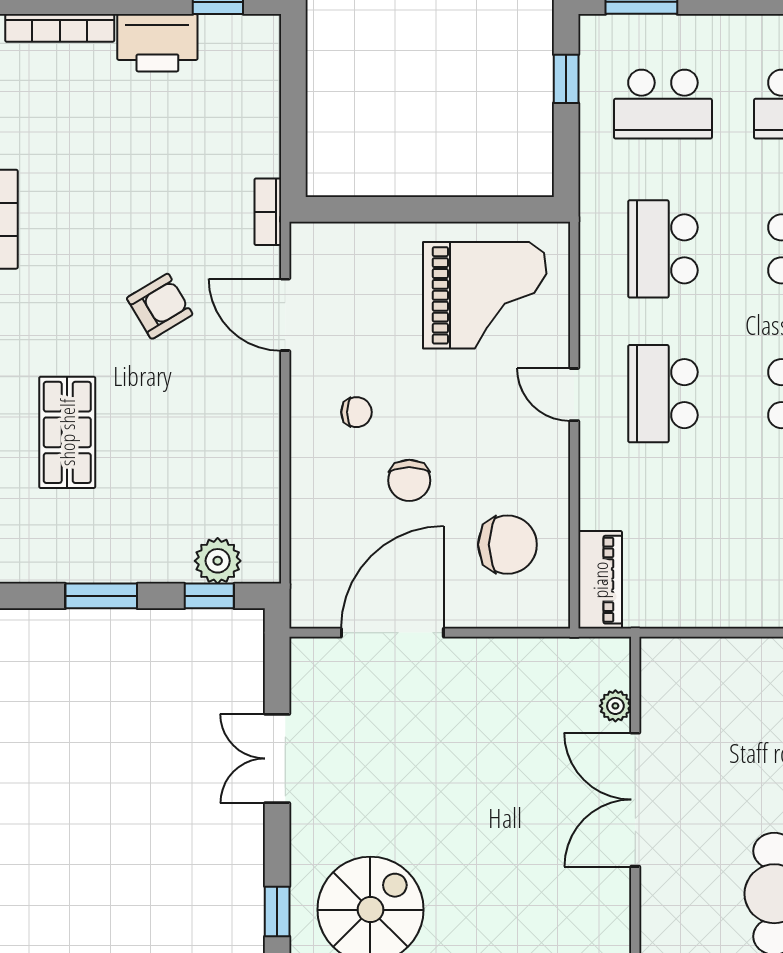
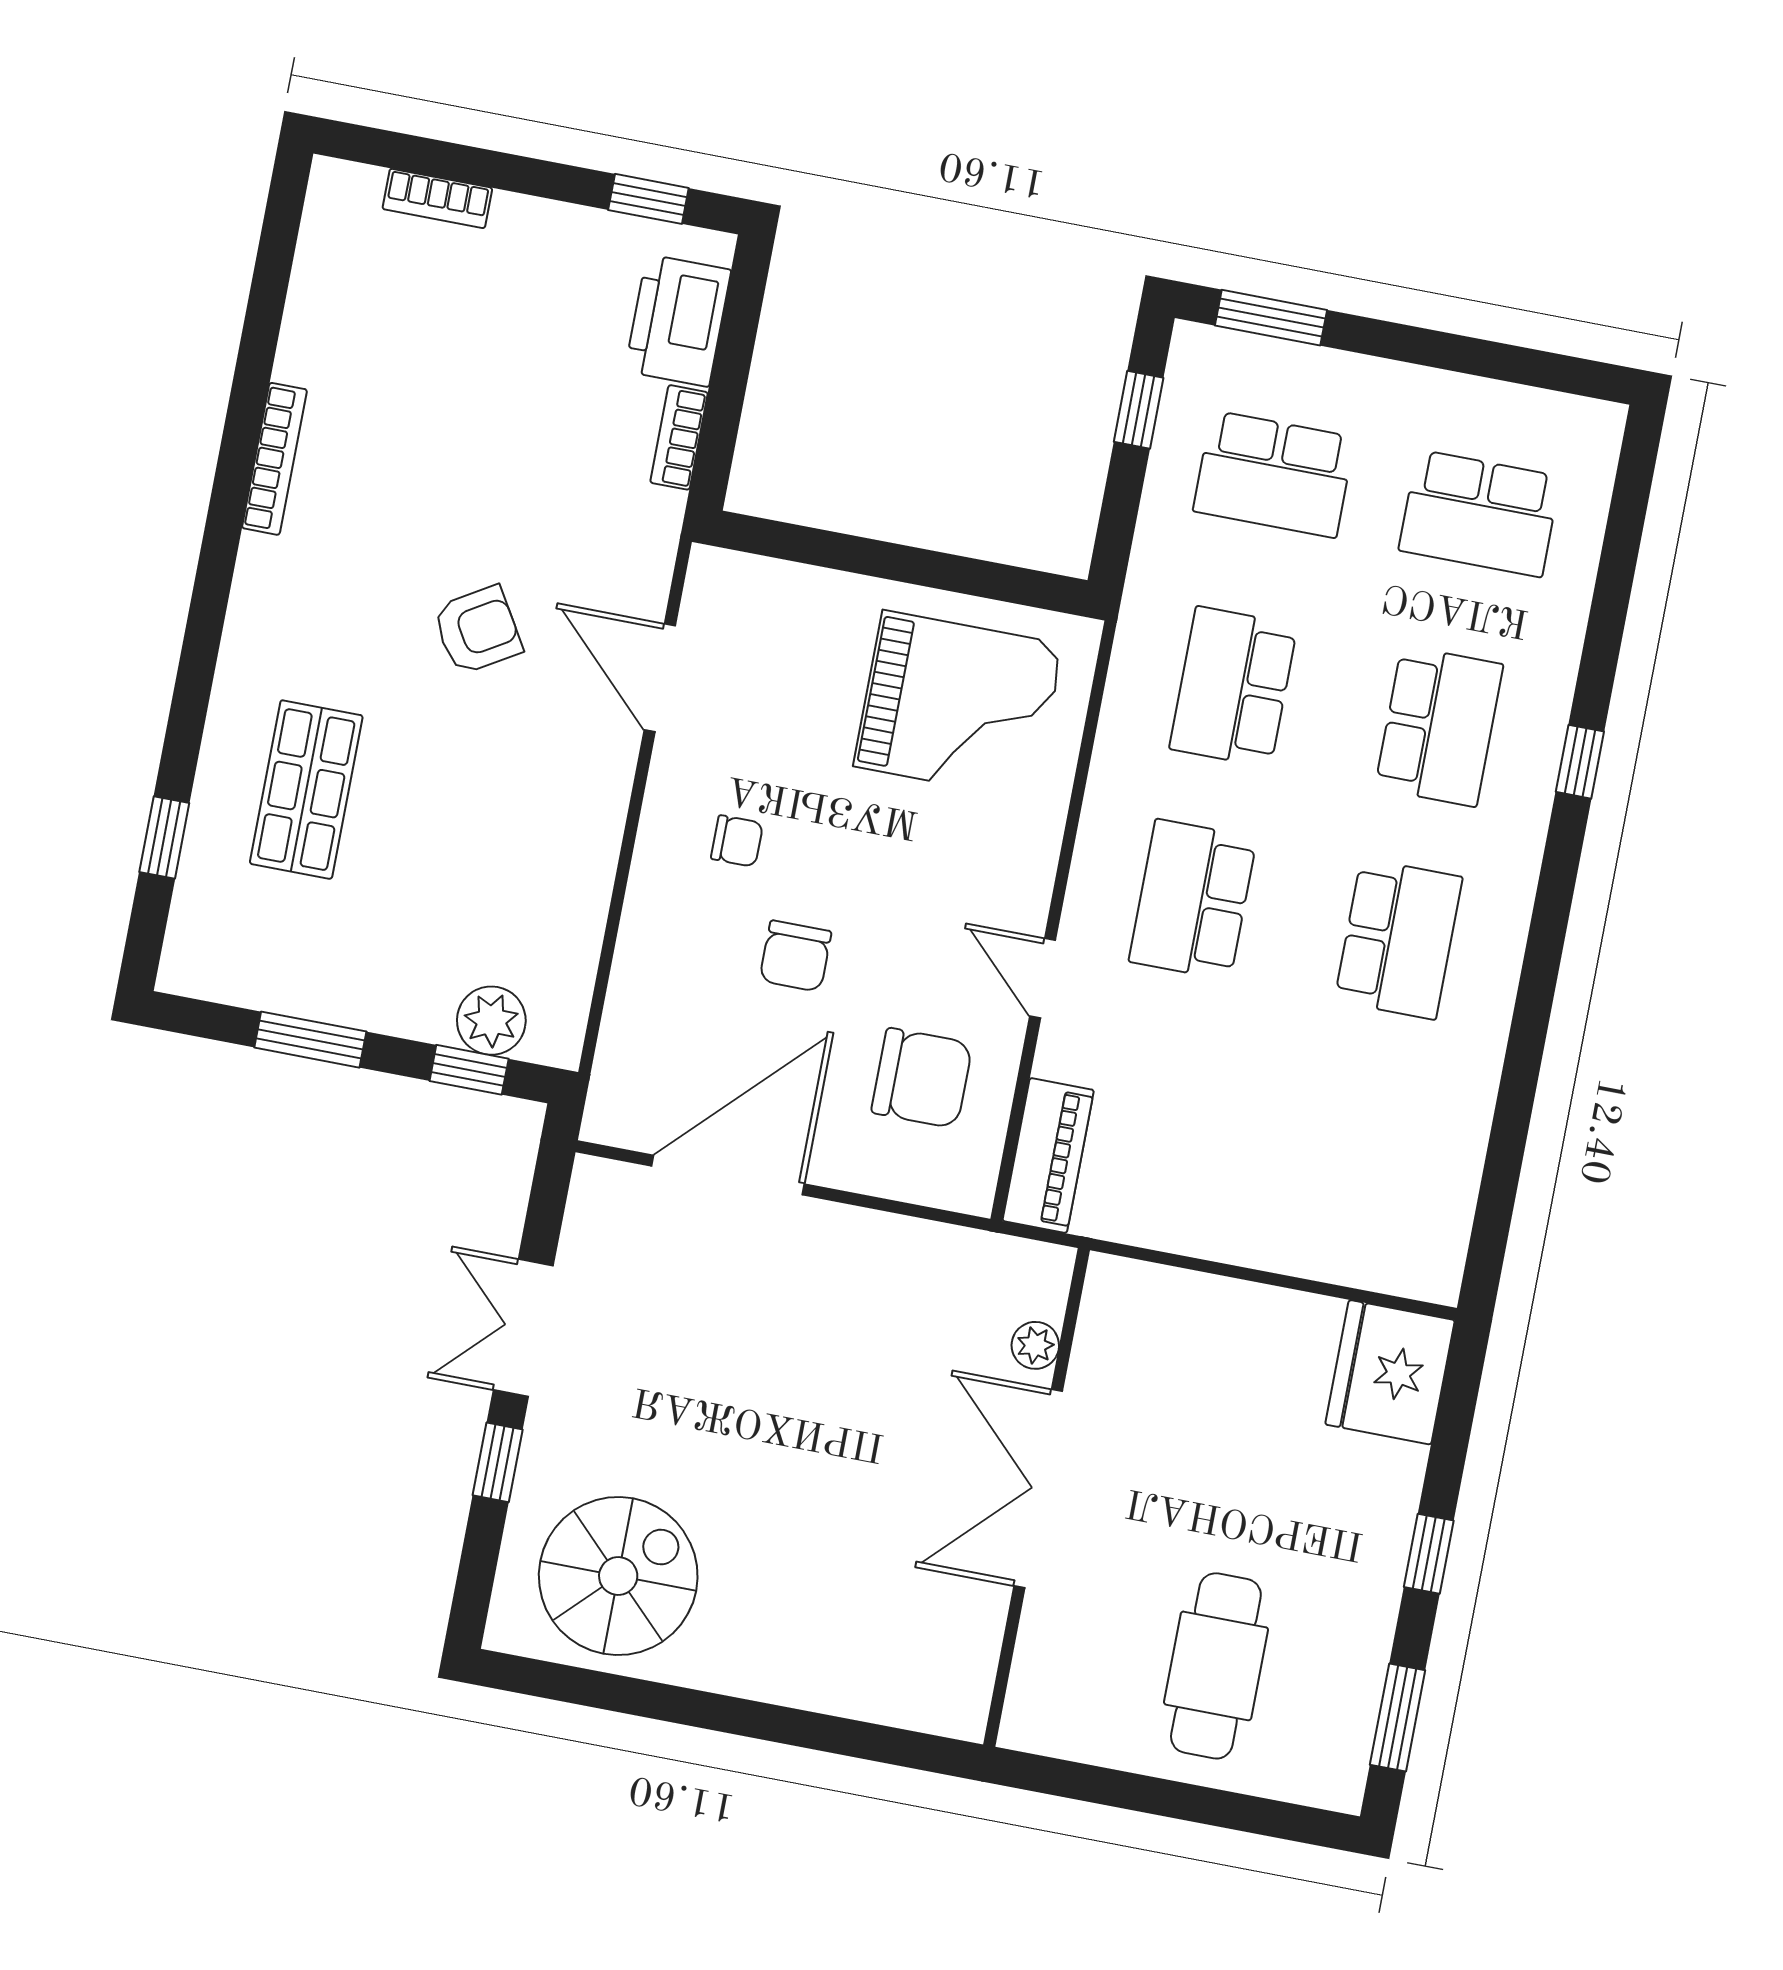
bookcase: (60, 28) -> (437, 198), width x0.64
printer: (157, 43) -> (678, 320), moved, turned 90
bookcase: (268, 212) -> (679, 437), moved
door: (574, 395) -> (1043, 978), moved
window: (277, 911) -> (498, 1462), moved

